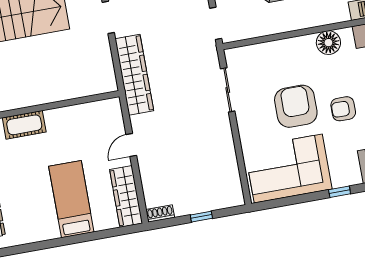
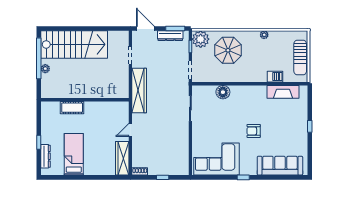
floor lamp: (328, 43) -> (223, 92), moved
armchair: (296, 106) -> (227, 125), removed
bed: (71, 199) -> (74, 154), moved

